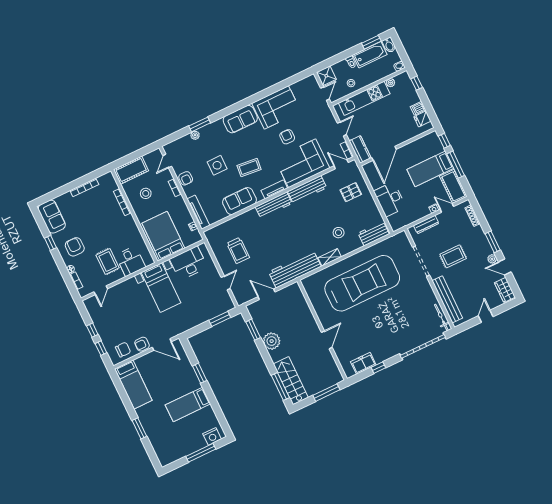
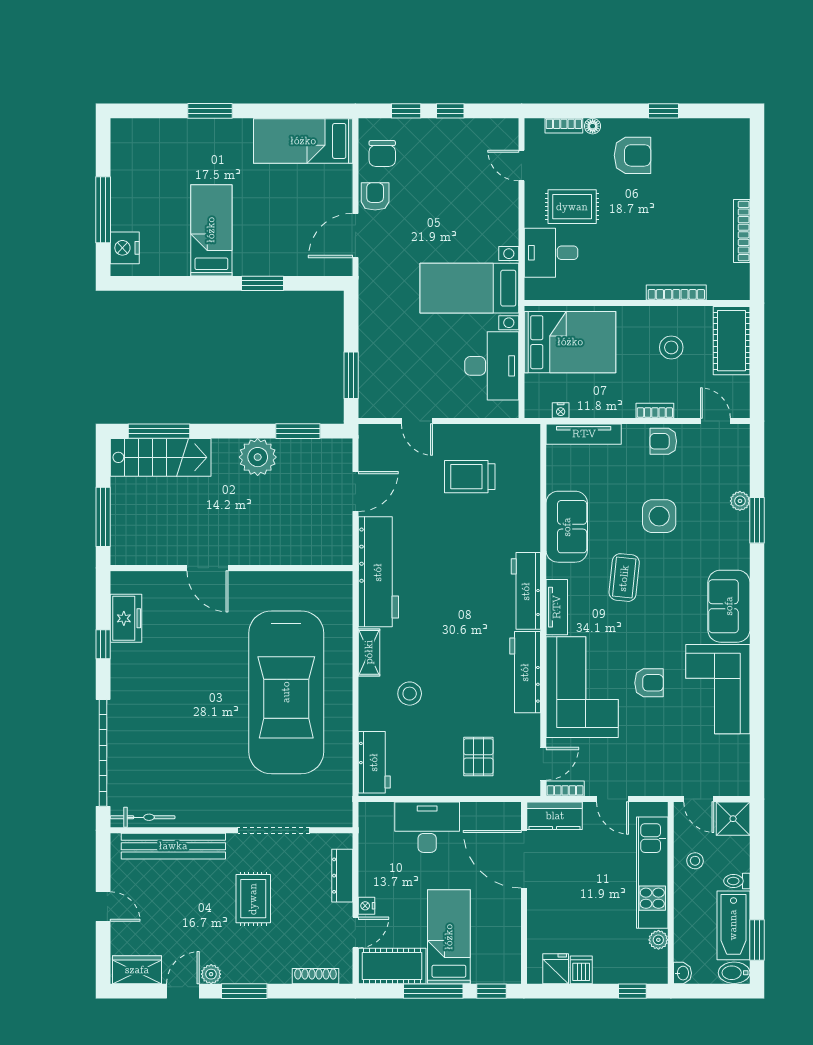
sofa: (52, 217) -> (715, 139), removed

